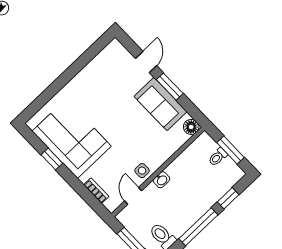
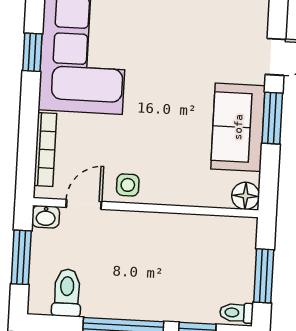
toilet: (218, 157) -> (236, 313), moved
washbasin: (162, 180) -> (46, 217), moved
bookcase: (96, 191) -> (45, 149), width x1.56

